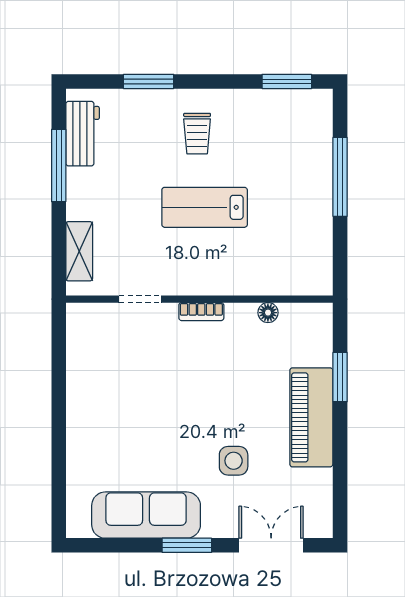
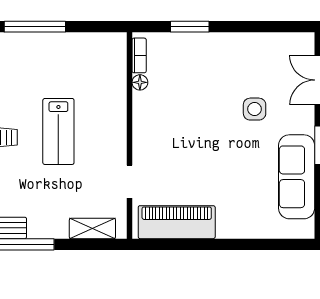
bookcase: (201, 312) -> (139, 55), moved
piano: (311, 417) -> (177, 222), moved, turned 180

